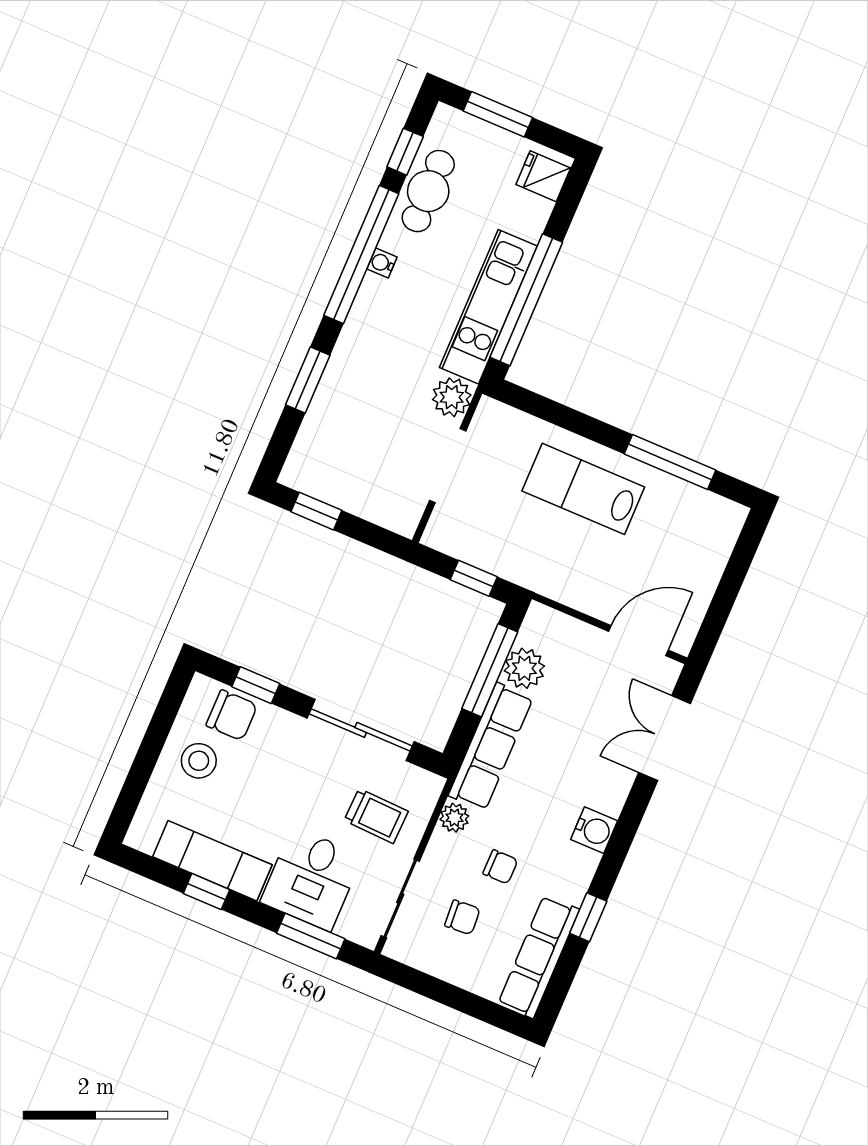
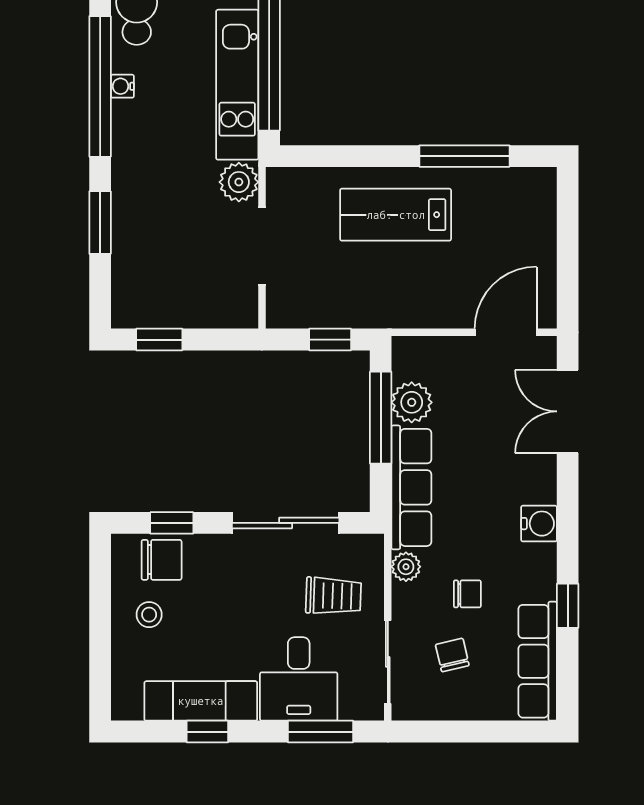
stool: (199, 761) -> (149, 615), width x0.73, depth x0.73
chair: (462, 917) -> (452, 655), turned -99

